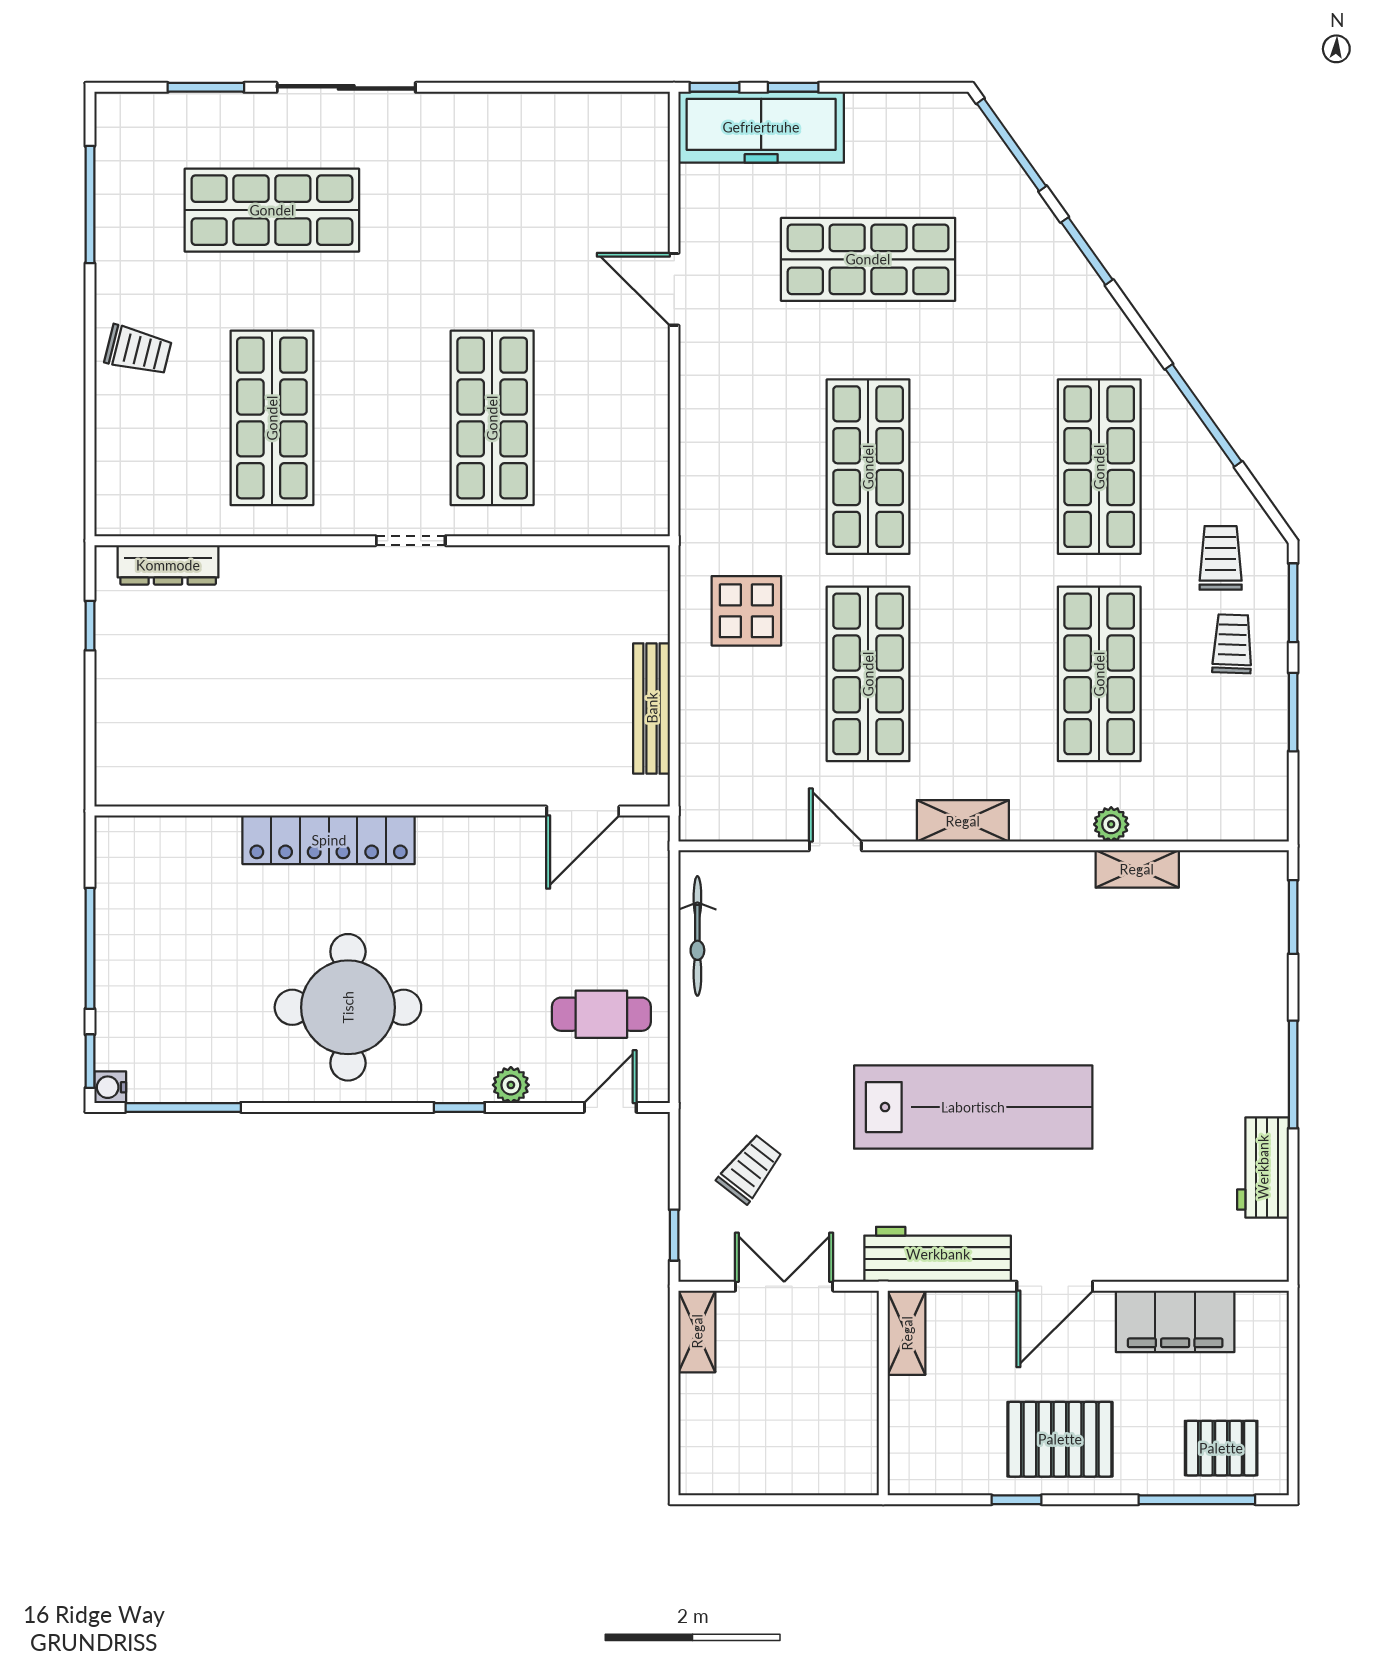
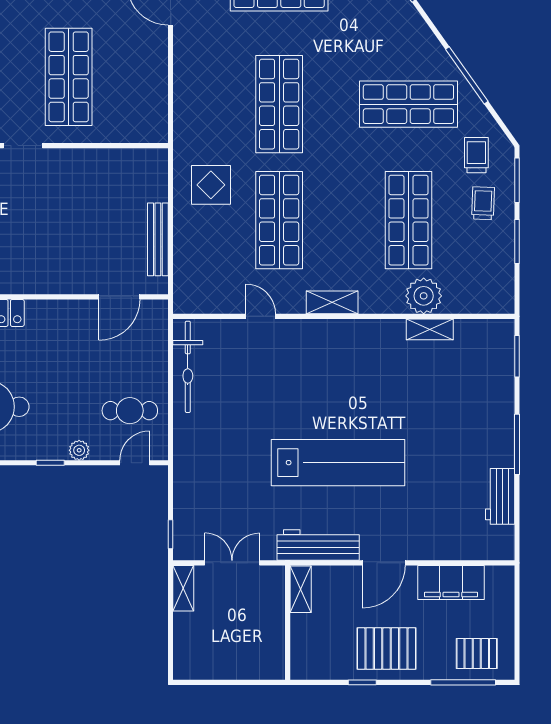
shop shelf: (1099, 467) -> (408, 104), turned 90
plant: (1111, 824) -> (424, 296), width x1.88, depth x1.88
bicycle: (697, 936) -> (188, 367), width x1.37, depth x1.40
trolley: (750, 1169) -> (213, 497), removed

